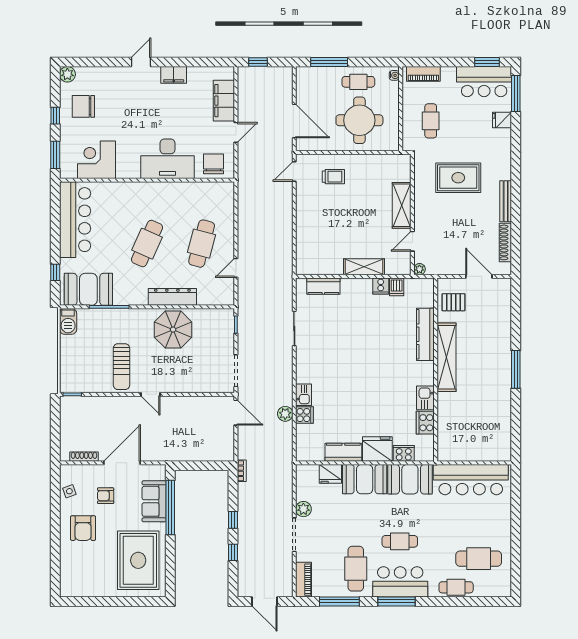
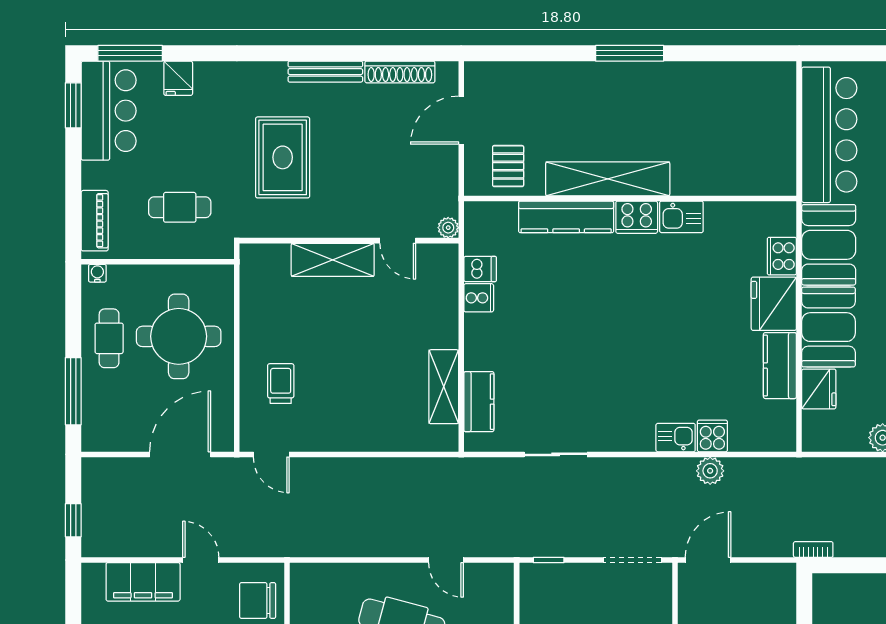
shelving: (364, 267) -> (444, 387), moved
cooker: (425, 423) -> (637, 217), moved

